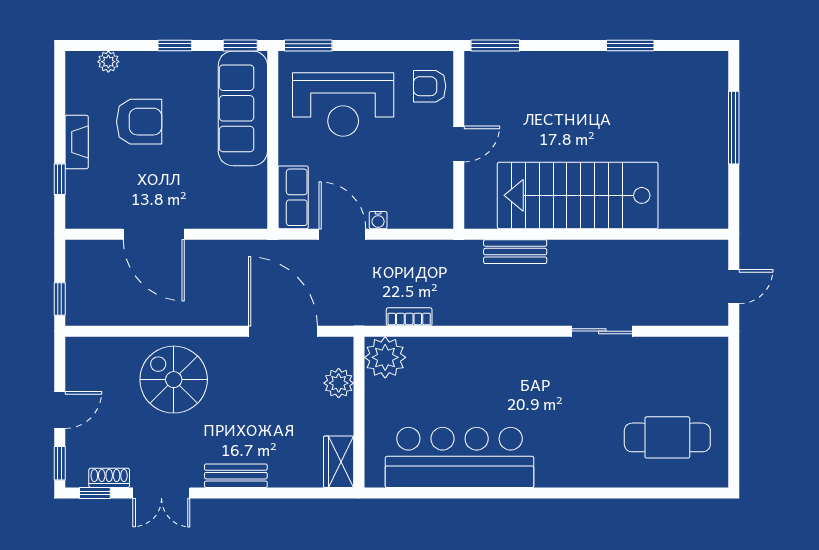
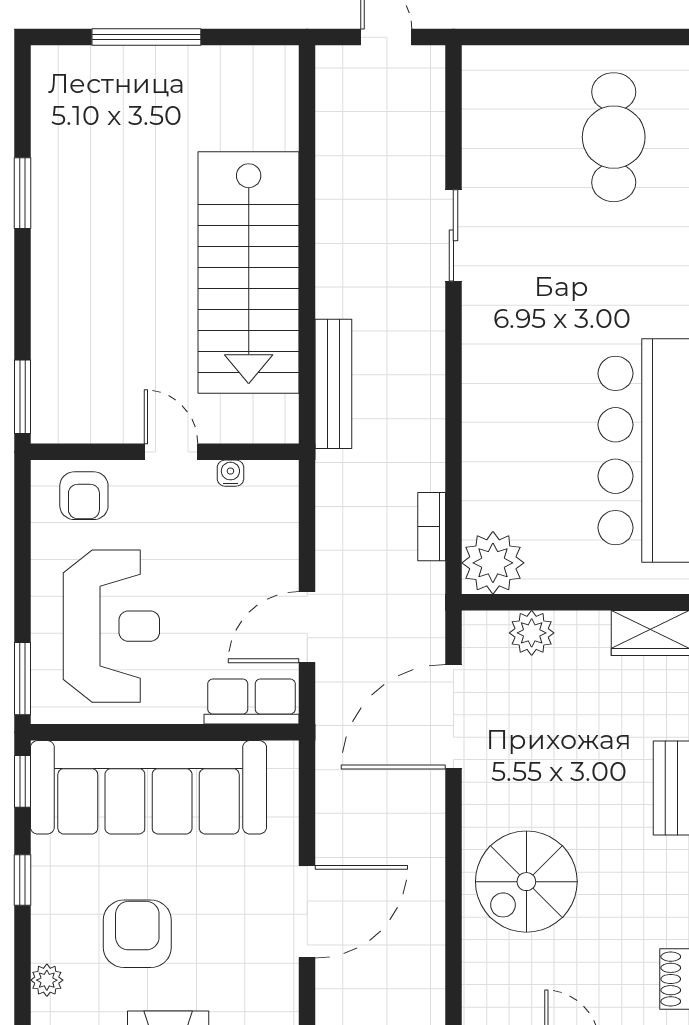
sofa: (243, 108) -> (148, 787), width x1.36, depth x1.27
water cooler: (378, 220) -> (230, 473), moved, turned -90
bench: (515, 252) -> (333, 384), width x1.36

